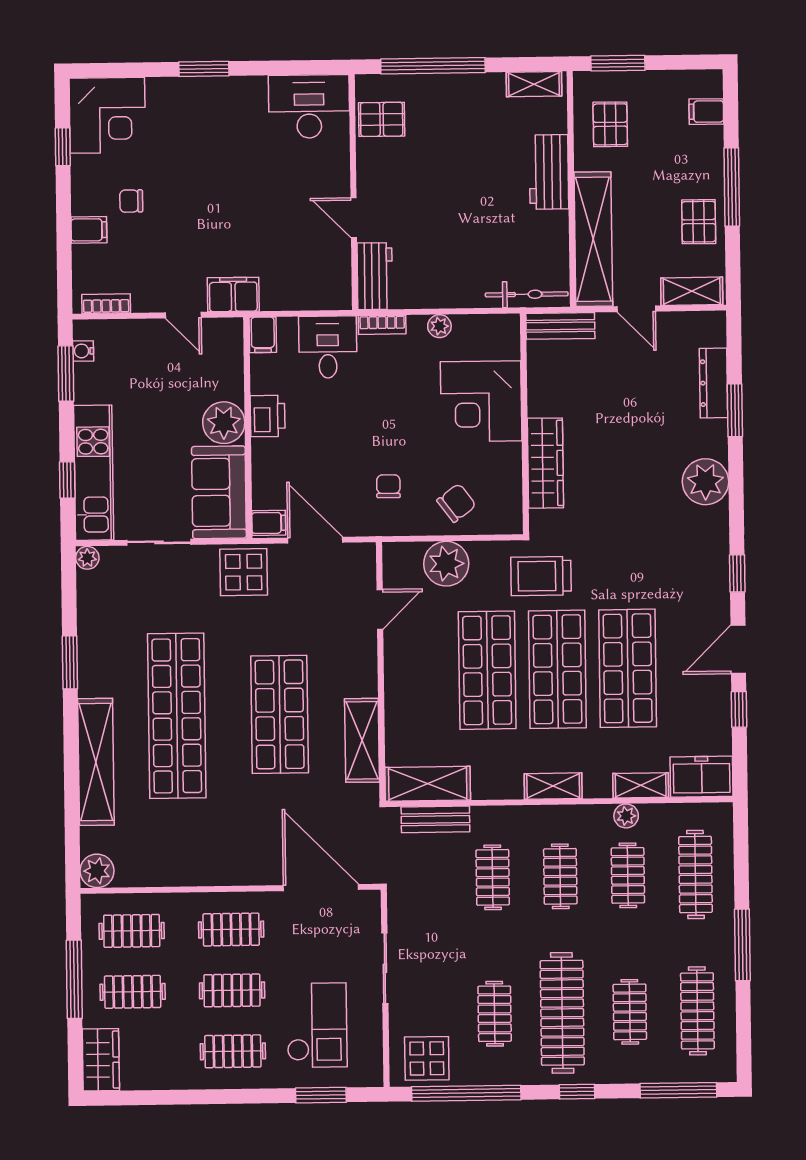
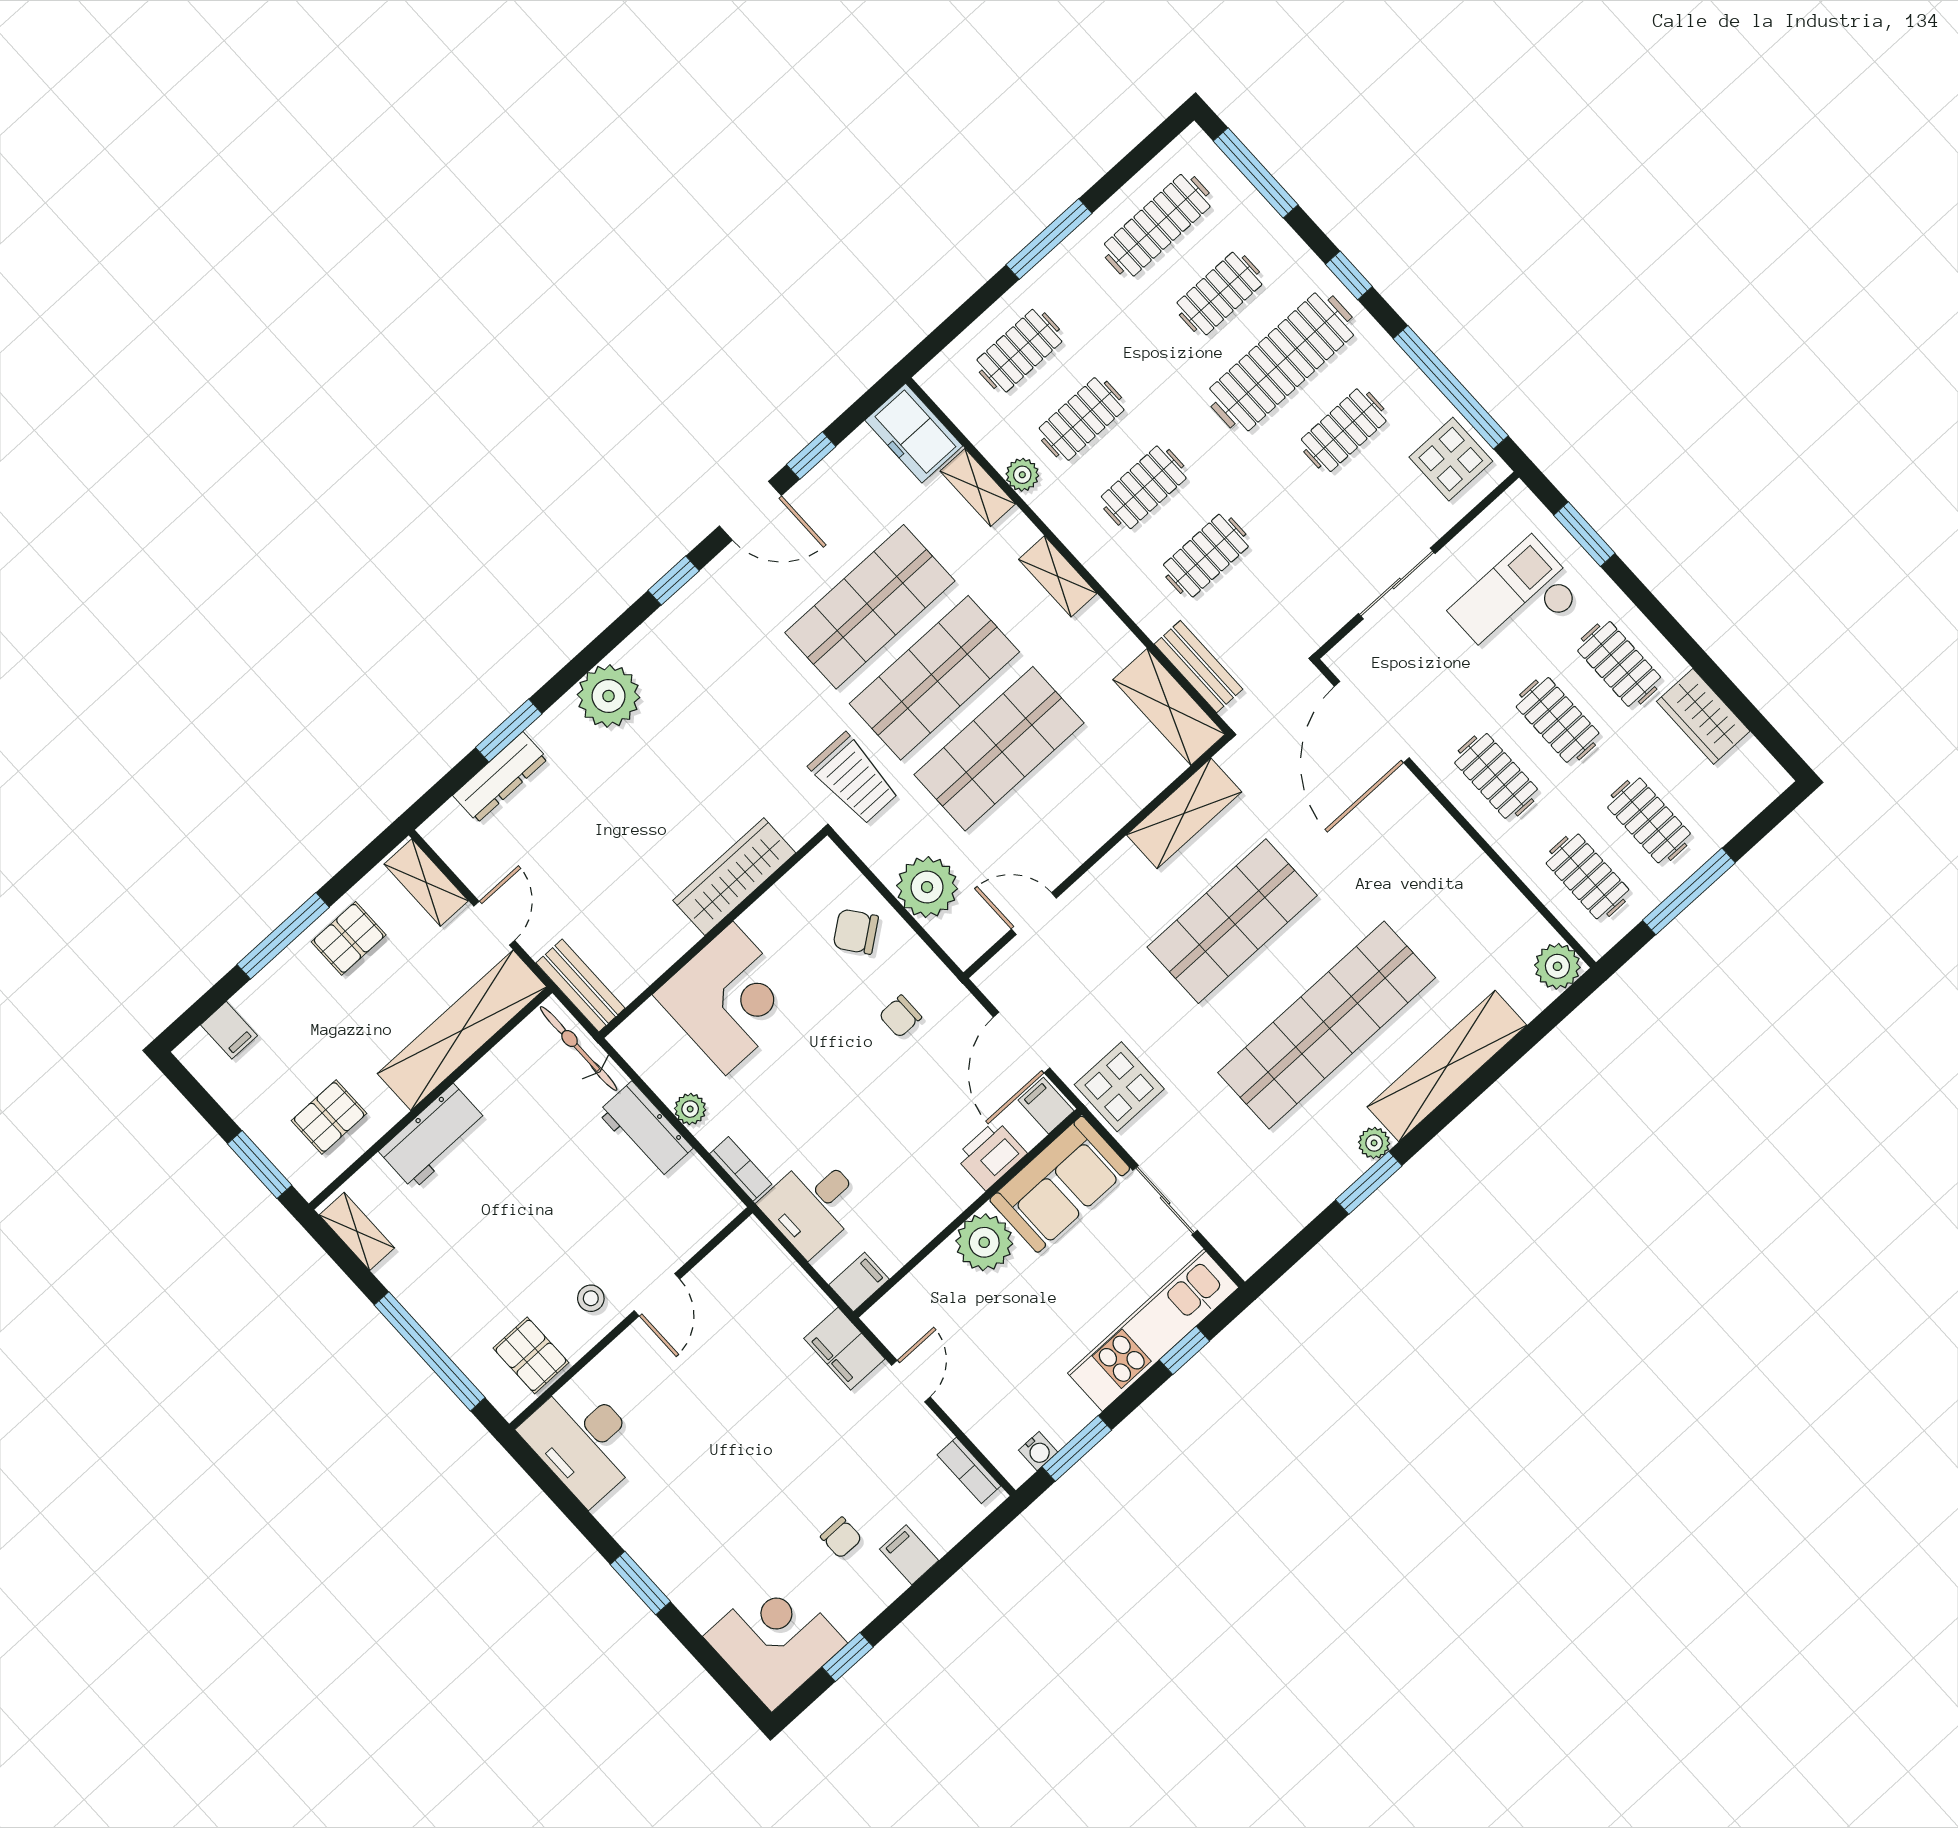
stool: (384, 180) -> (591, 1298), added
workbench: (375, 276) -> (645, 1130), moved, turned -90
printer: (268, 416) -> (991, 1155), moved
plant: (87, 558) -> (1374, 1143), moved
clothes rail: (696, 874) -> (1019, 351), width x0.73
wardrobe: (101, 1060) -> (1703, 716), moved, turned -90

